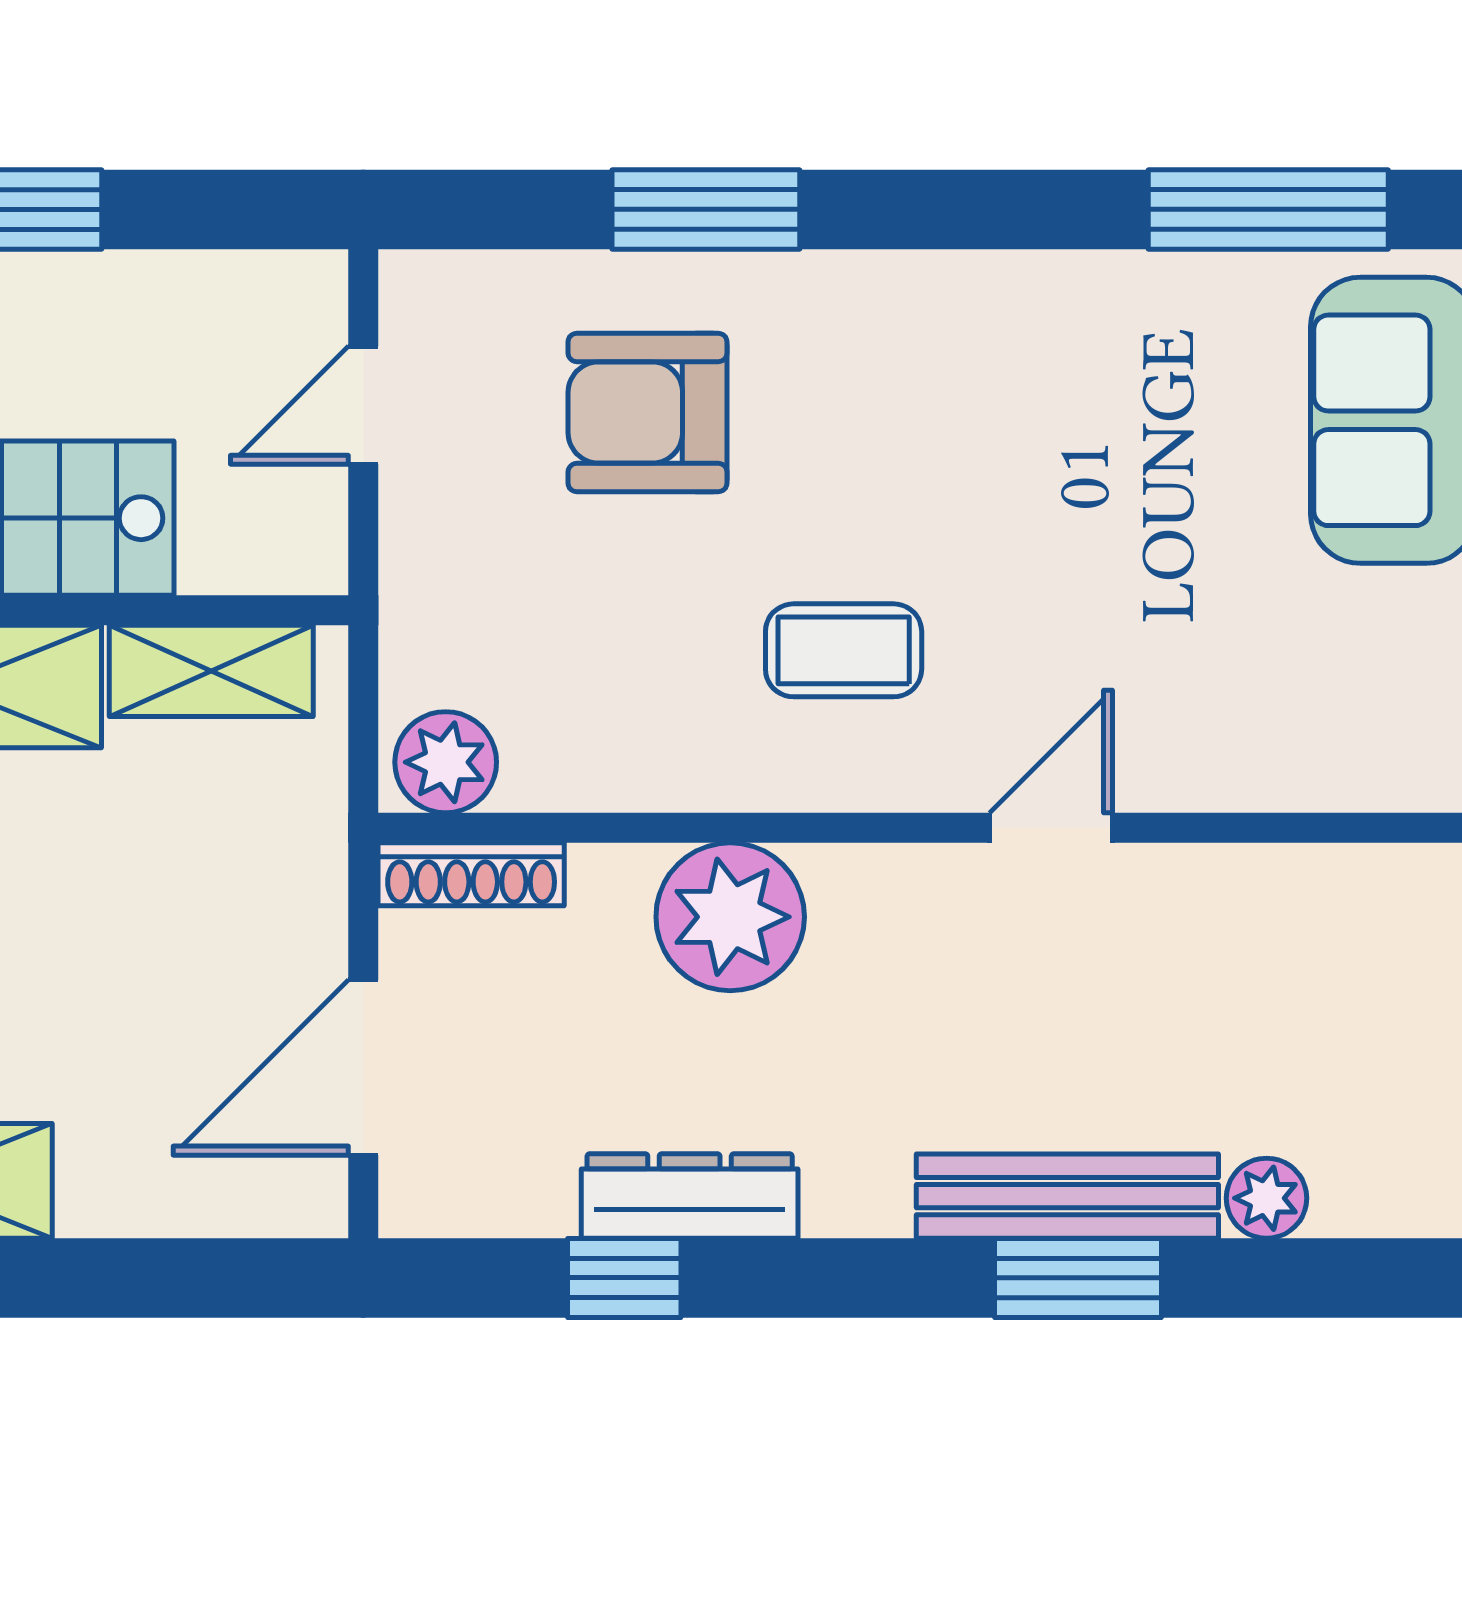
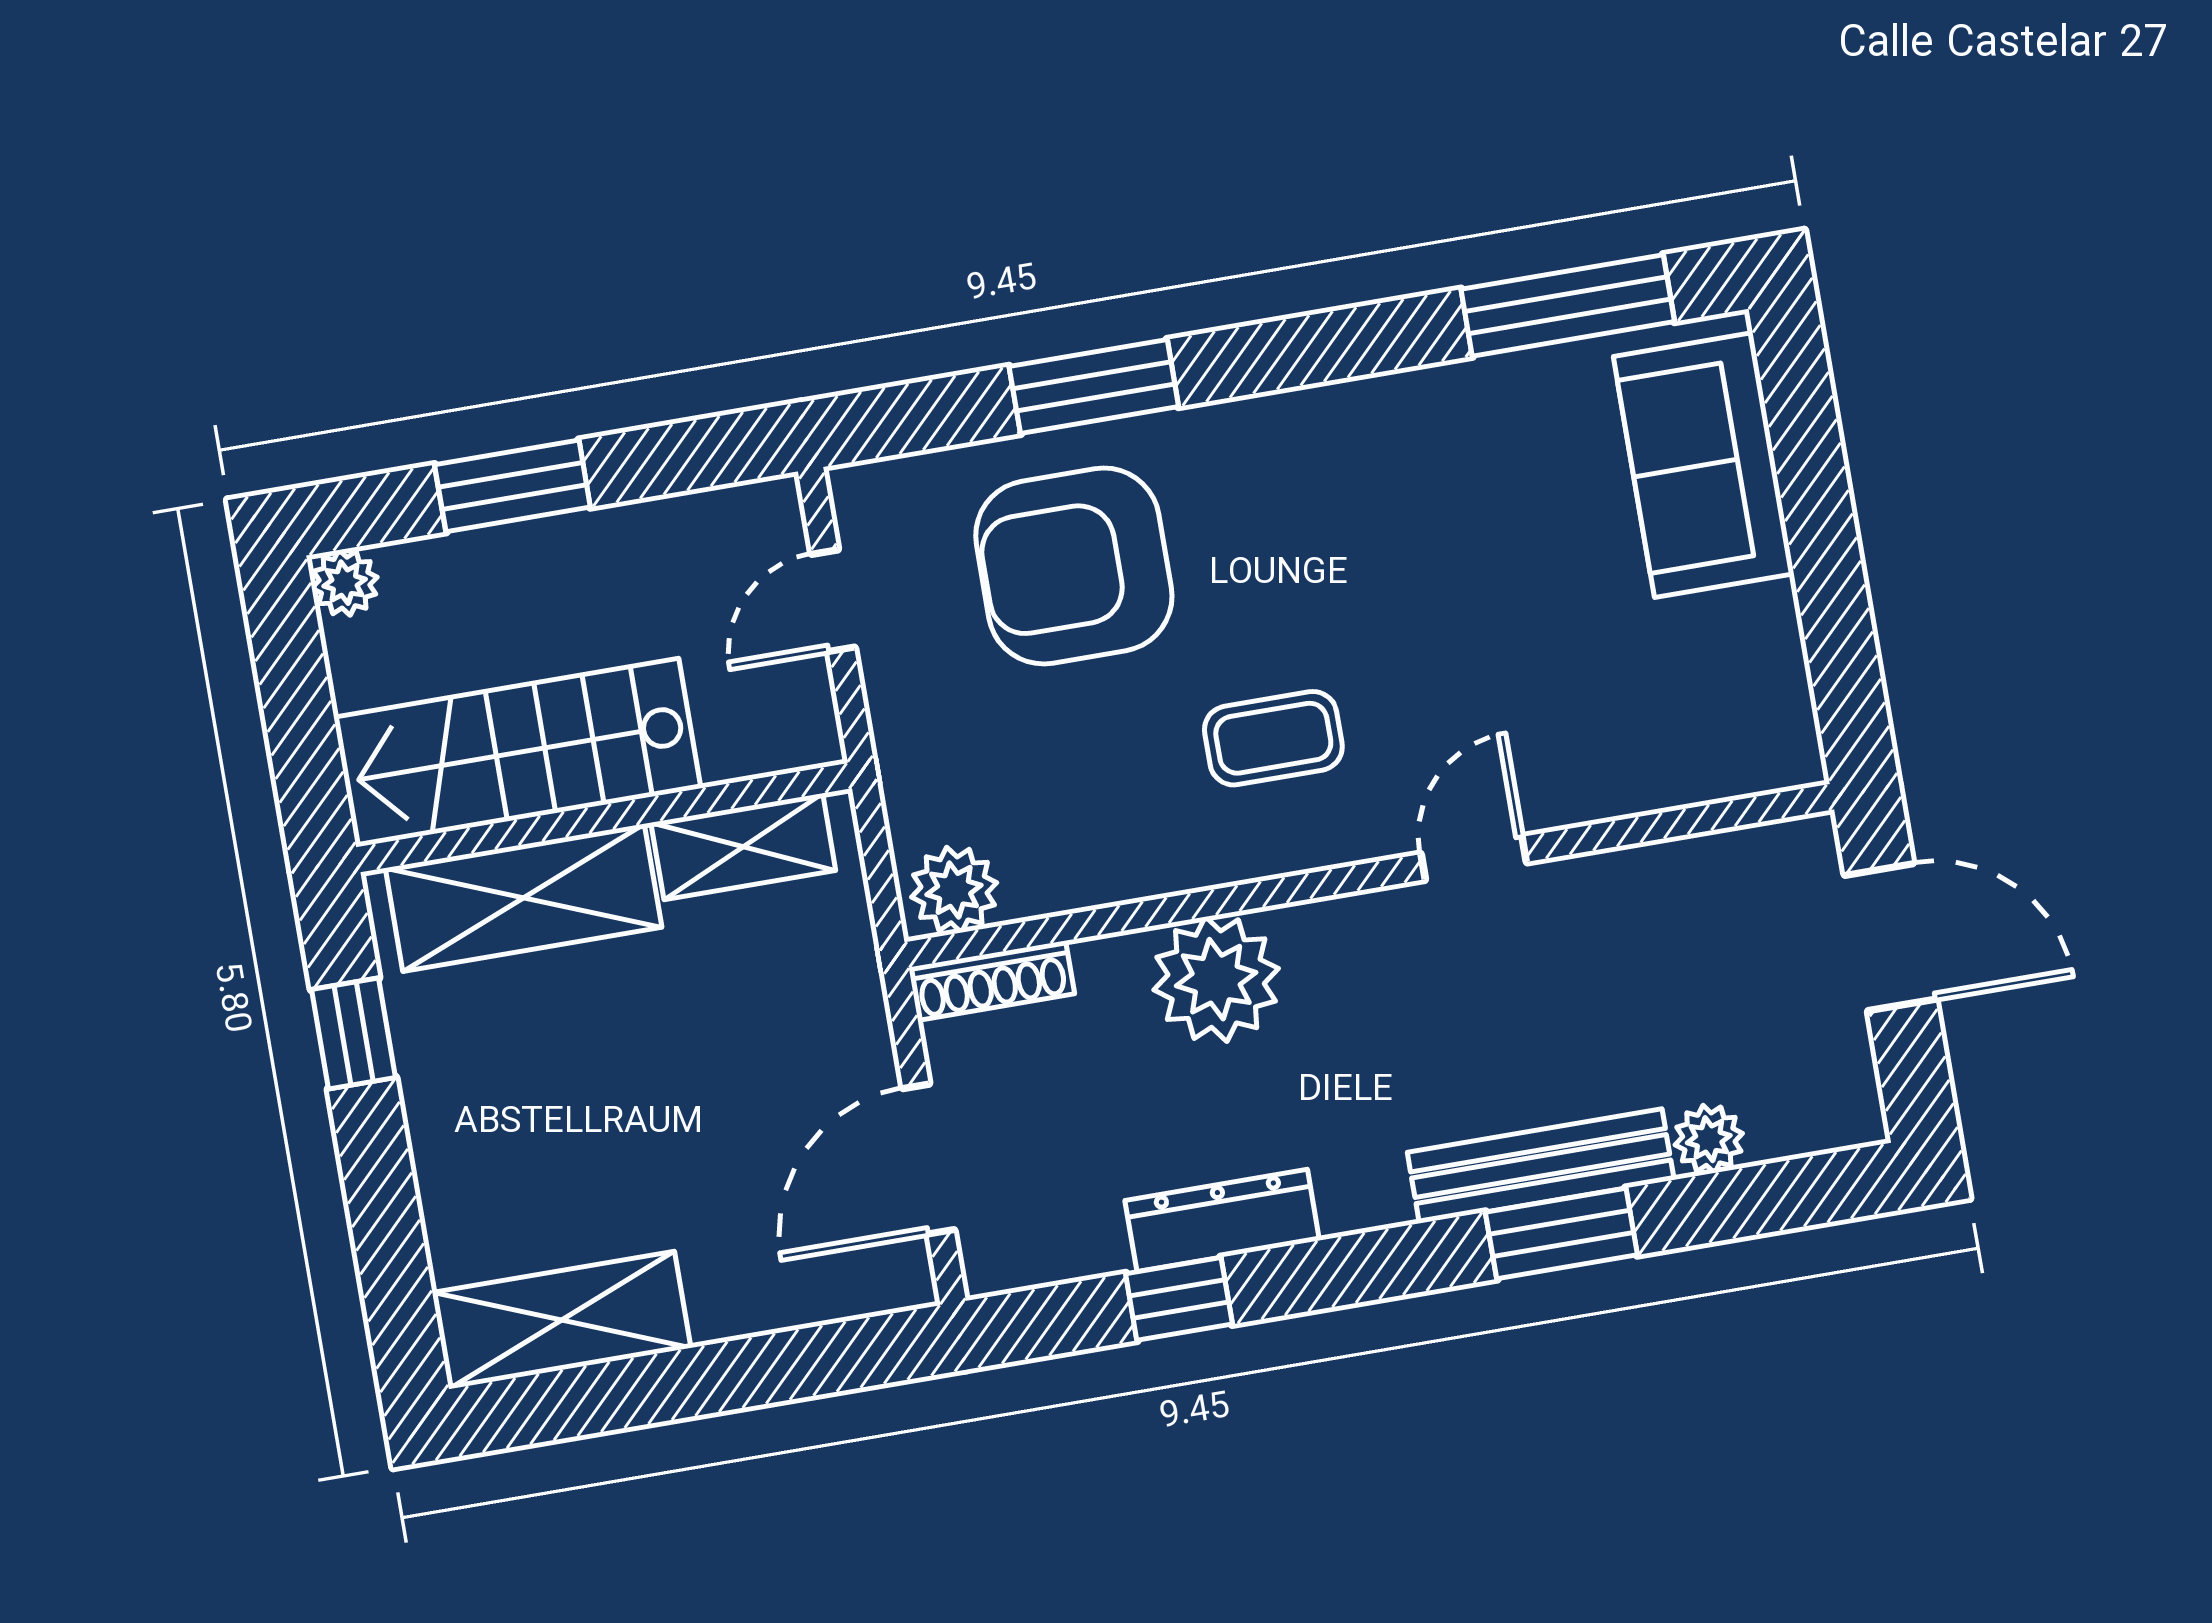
armchair: (648, 412) -> (1074, 566), width x1.36, depth x1.36

